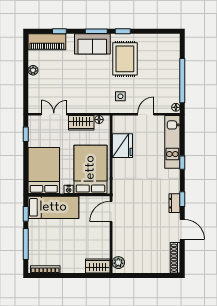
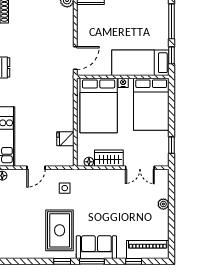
plant: (33, 70) -> (163, 204), moved
fridge: (122, 146) -> (65, 139), width x0.53, depth x0.75

